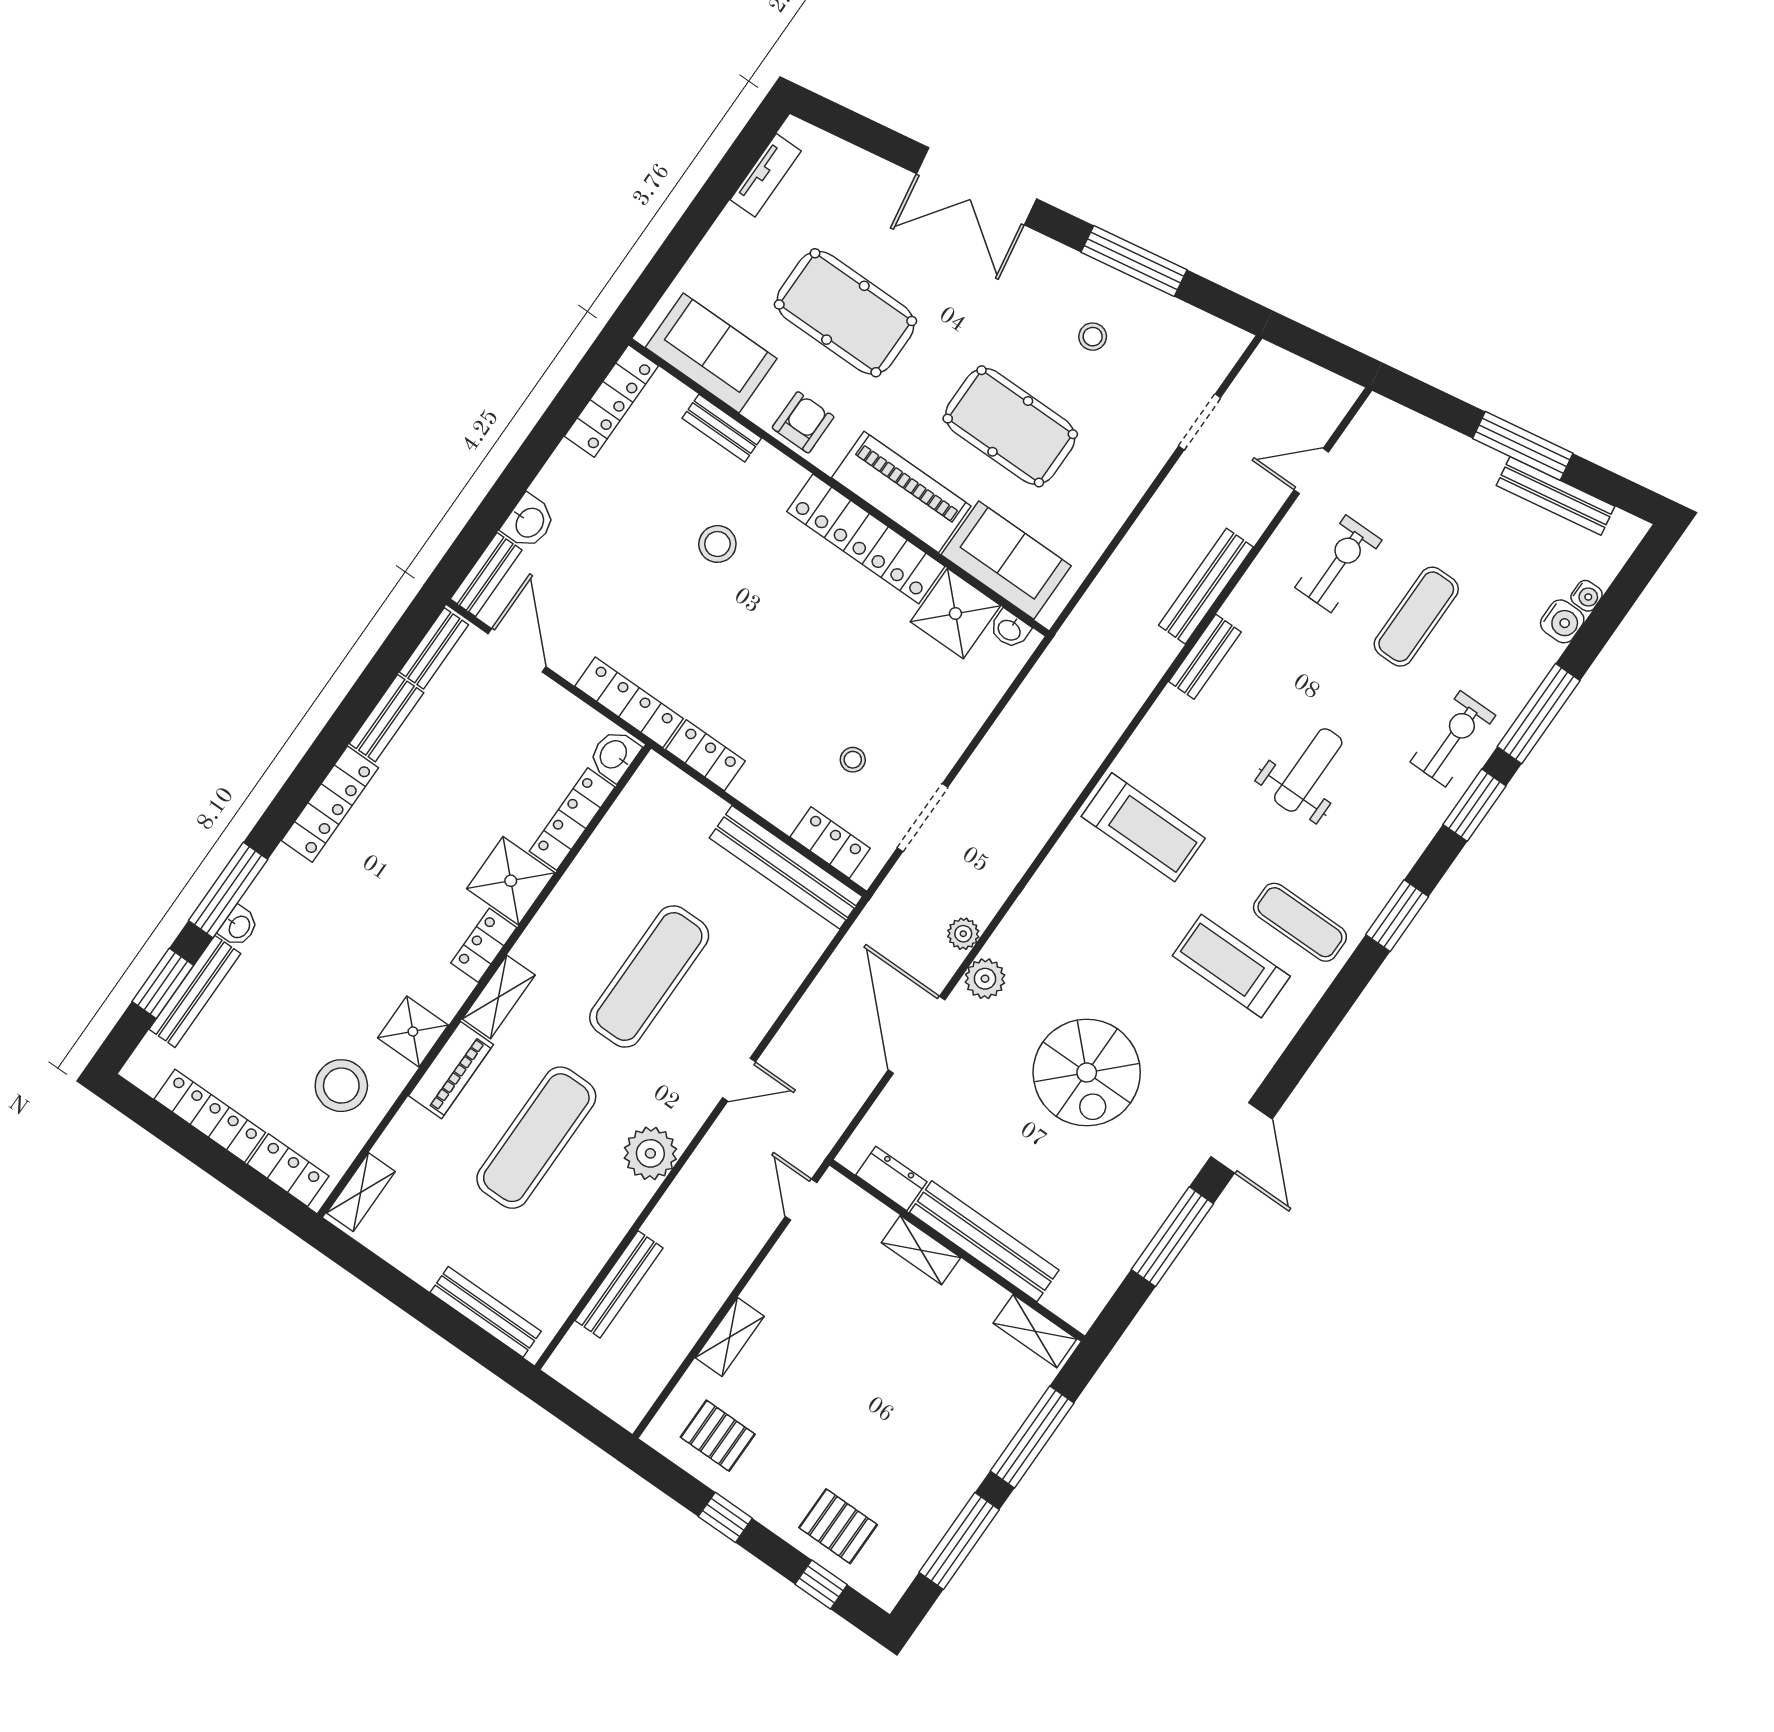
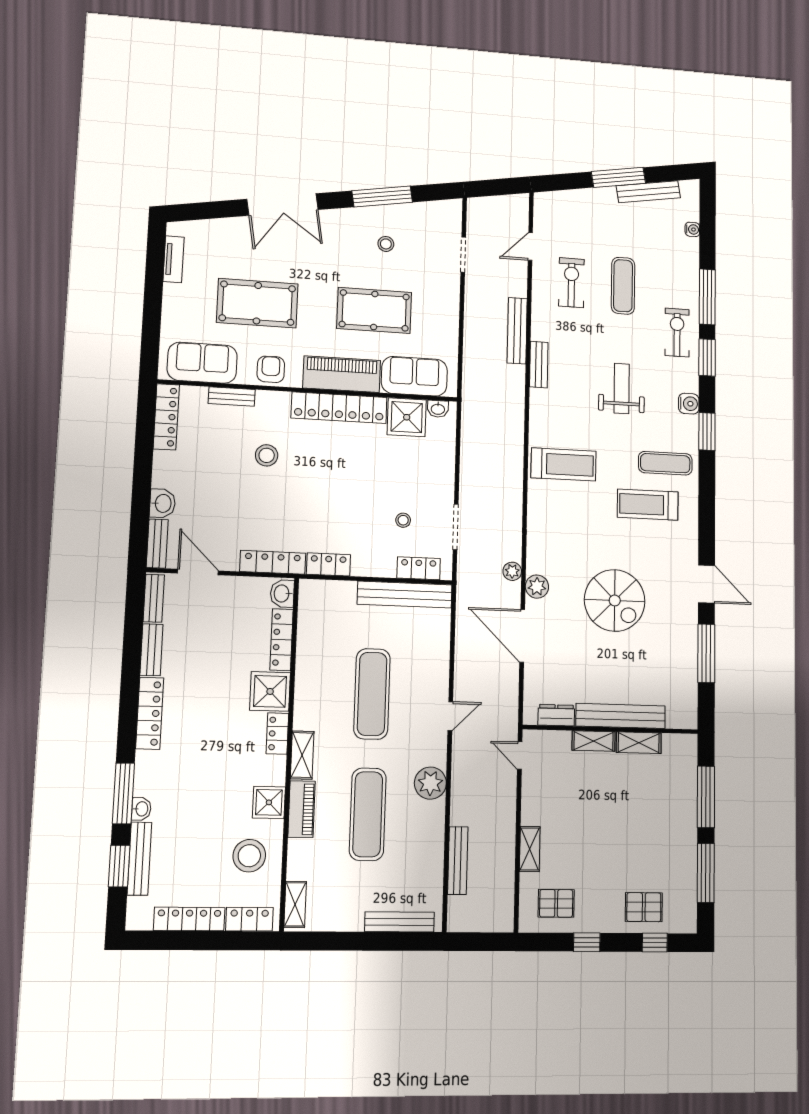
water cooler: (1562, 621) -> (689, 404), moved
shelving: (1035, 1331) -> (639, 743), moved

